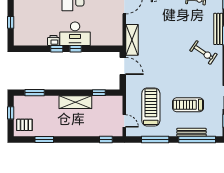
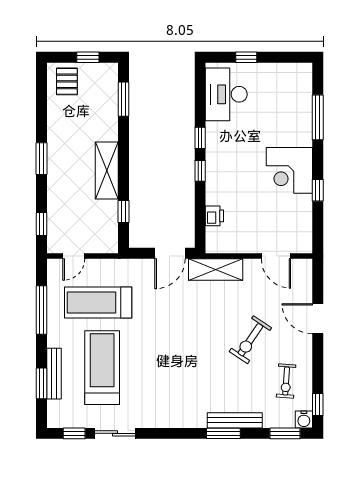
desk: (75, 34) -> (226, 94), moved
printer: (53, 41) -> (214, 216), moved
exercise bike: (203, 52) -> (250, 340), moved
treadmill: (188, 105) -> (102, 368), width x1.37, depth x1.38
treadmill: (151, 107) -> (98, 303), turned 180
window: (44, 139) -> (41, 159), moved
window: (197, 139) -> (41, 383), width x0.47

